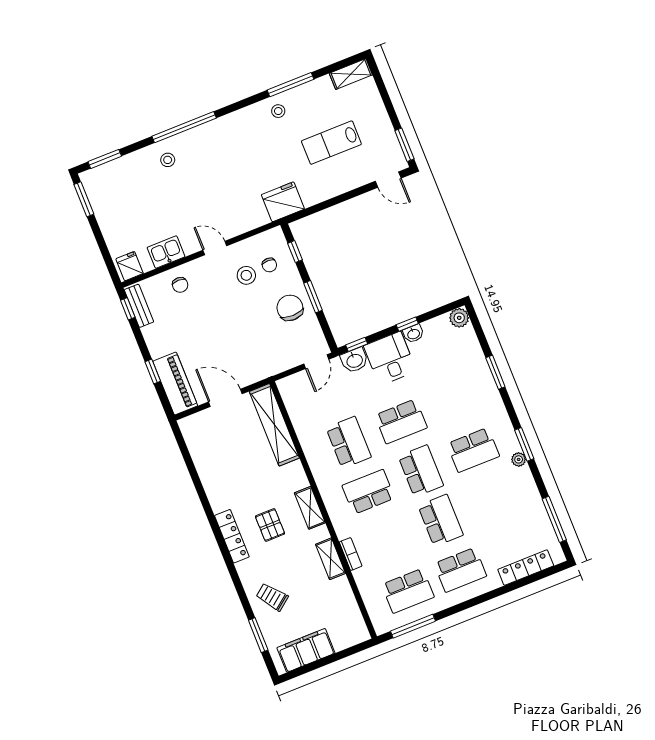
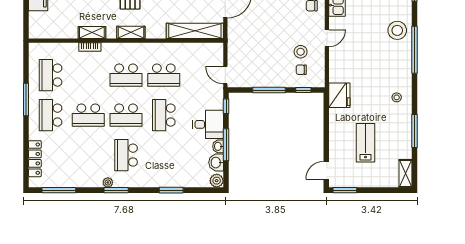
stool: (278, 111) -> (397, 97), moved
stool: (168, 160) -> (397, 30), width x1.89, depth x1.89
window: (313, 297) -> (269, 90), width x1.44
chair: (290, 308) -> (268, 72), removed
window: (407, 324) -> (226, 145), width x2.17
washbasin: (354, 360) -> (216, 163), moved
school desk: (368, 492) -> (126, 75), turned 90
window: (413, 626) -> (26, 100), moved

